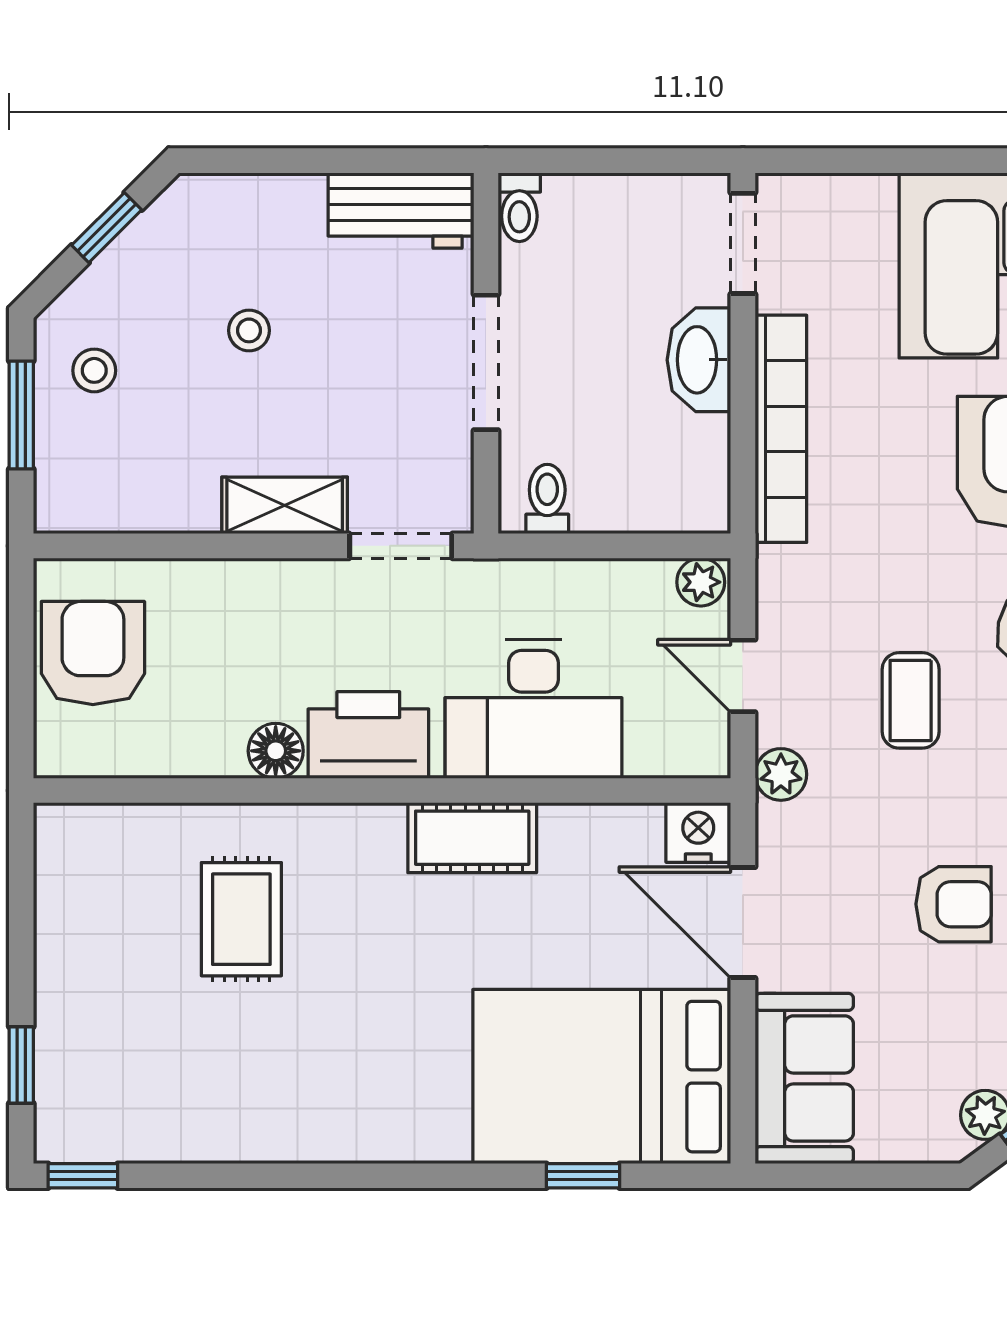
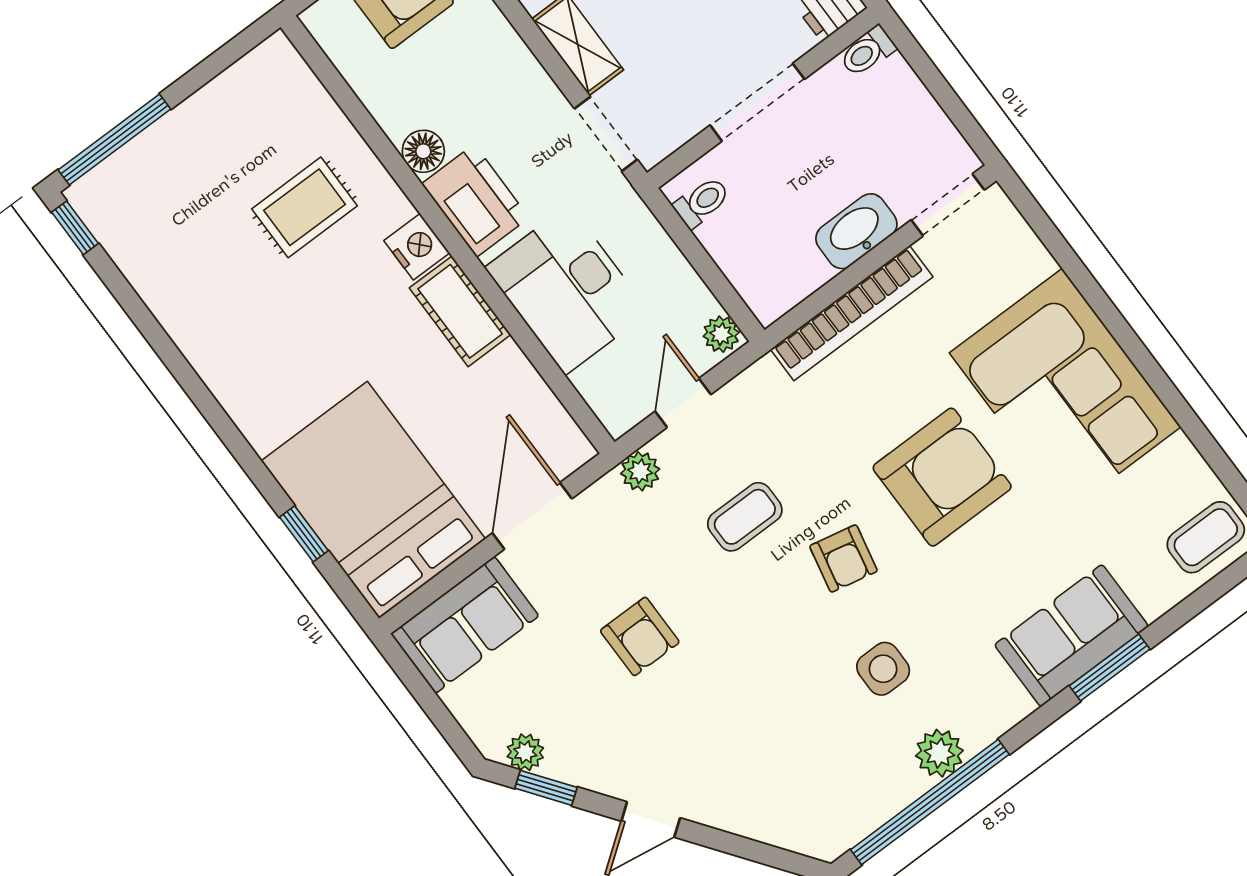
nightstand: (698, 832) -> (417, 247), moved
window: (21, 1065) -> (114, 139), width x2.17

